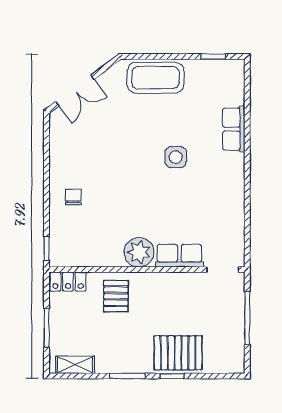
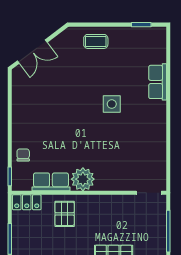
coffee table: (155, 78) -> (96, 41), width x0.54, depth x0.58
chair: (73, 197) -> (23, 155), moved
row of seats: (179, 256) -> (51, 182), moved

